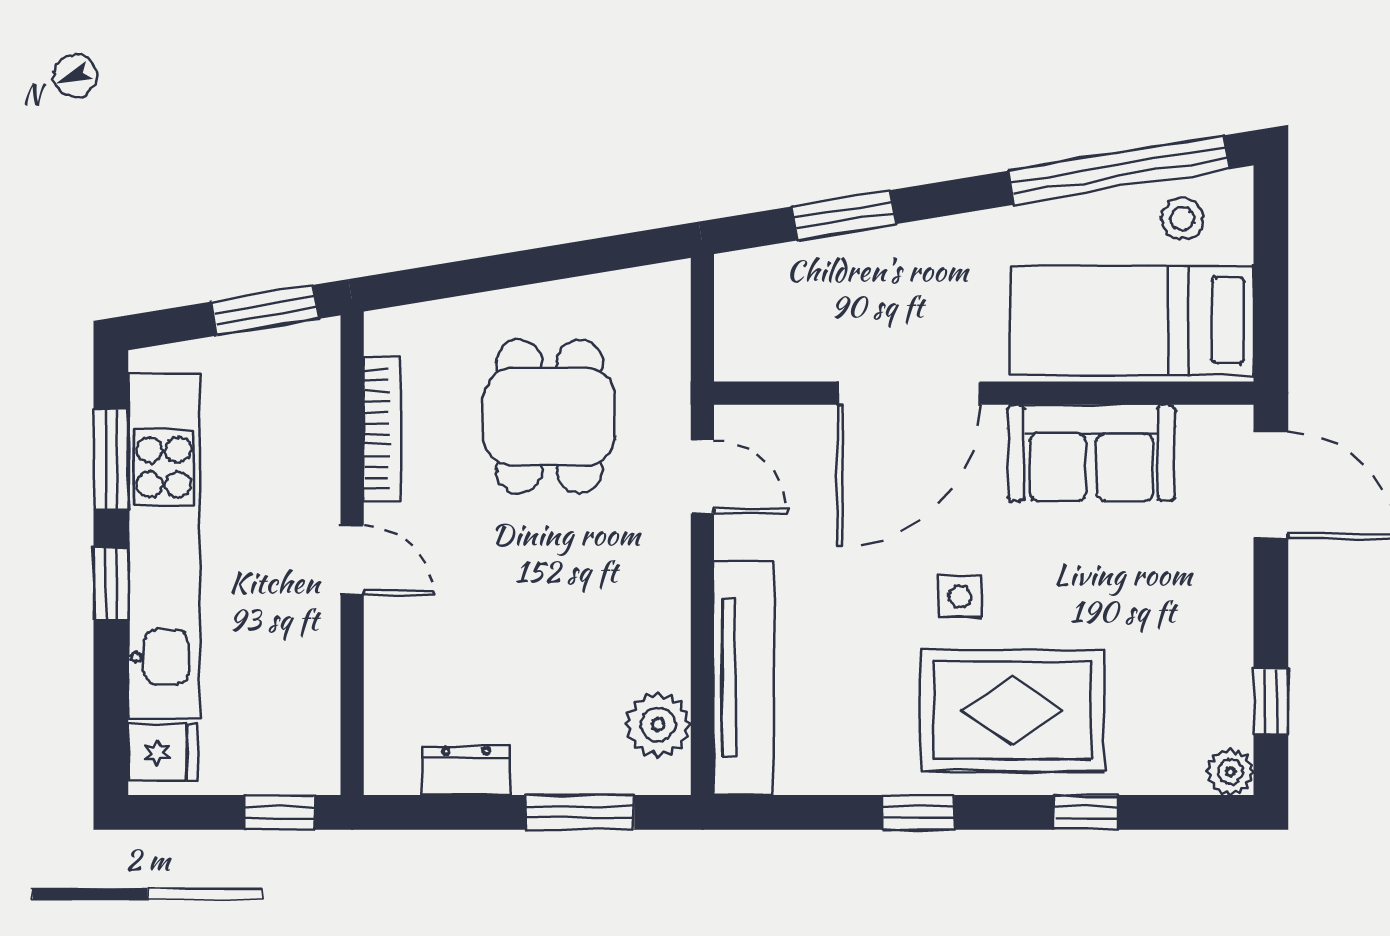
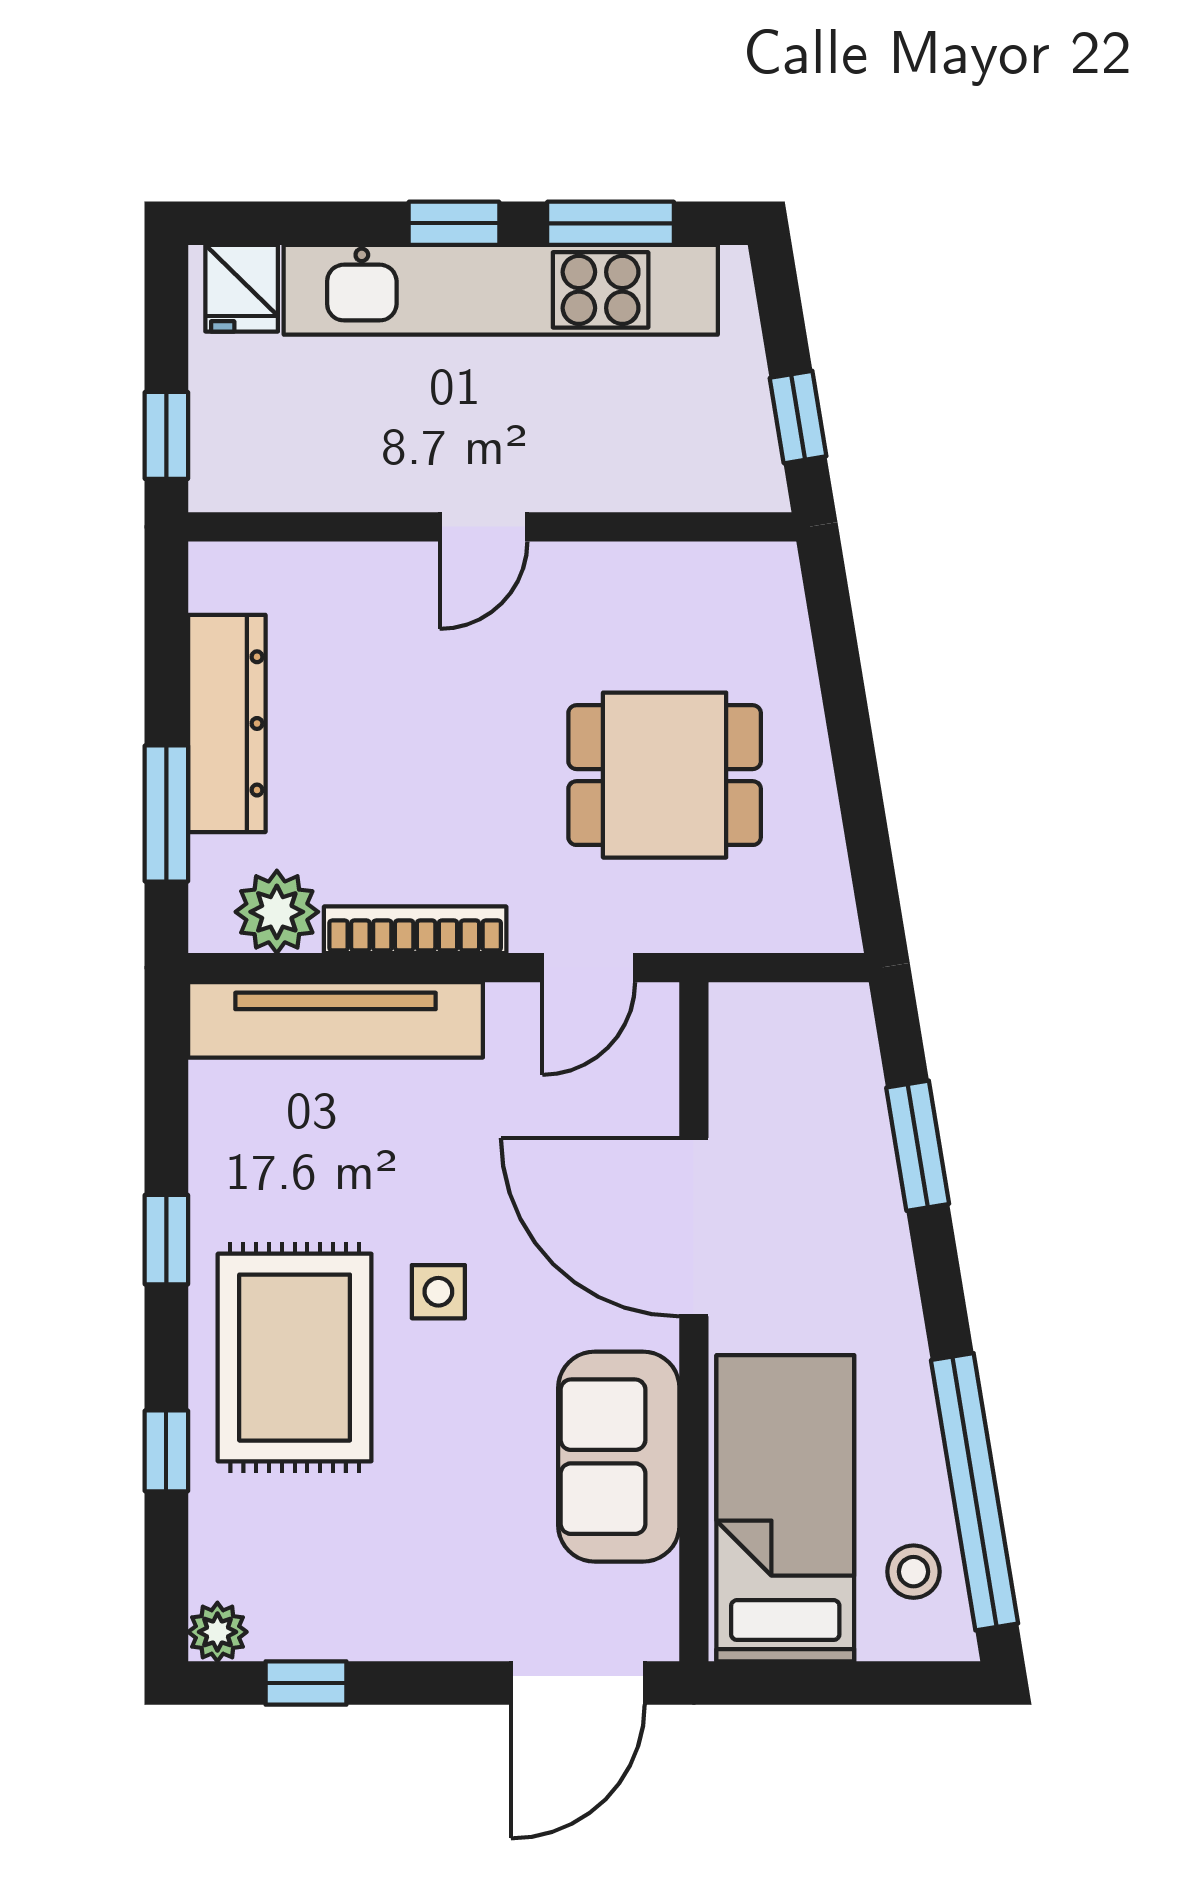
window: (265, 310) -> (798, 417), width x0.67
bookcase: (382, 429) -> (415, 930), moved, turned 180
dresser: (466, 770) -> (227, 723), width x1.96, depth x1.24

